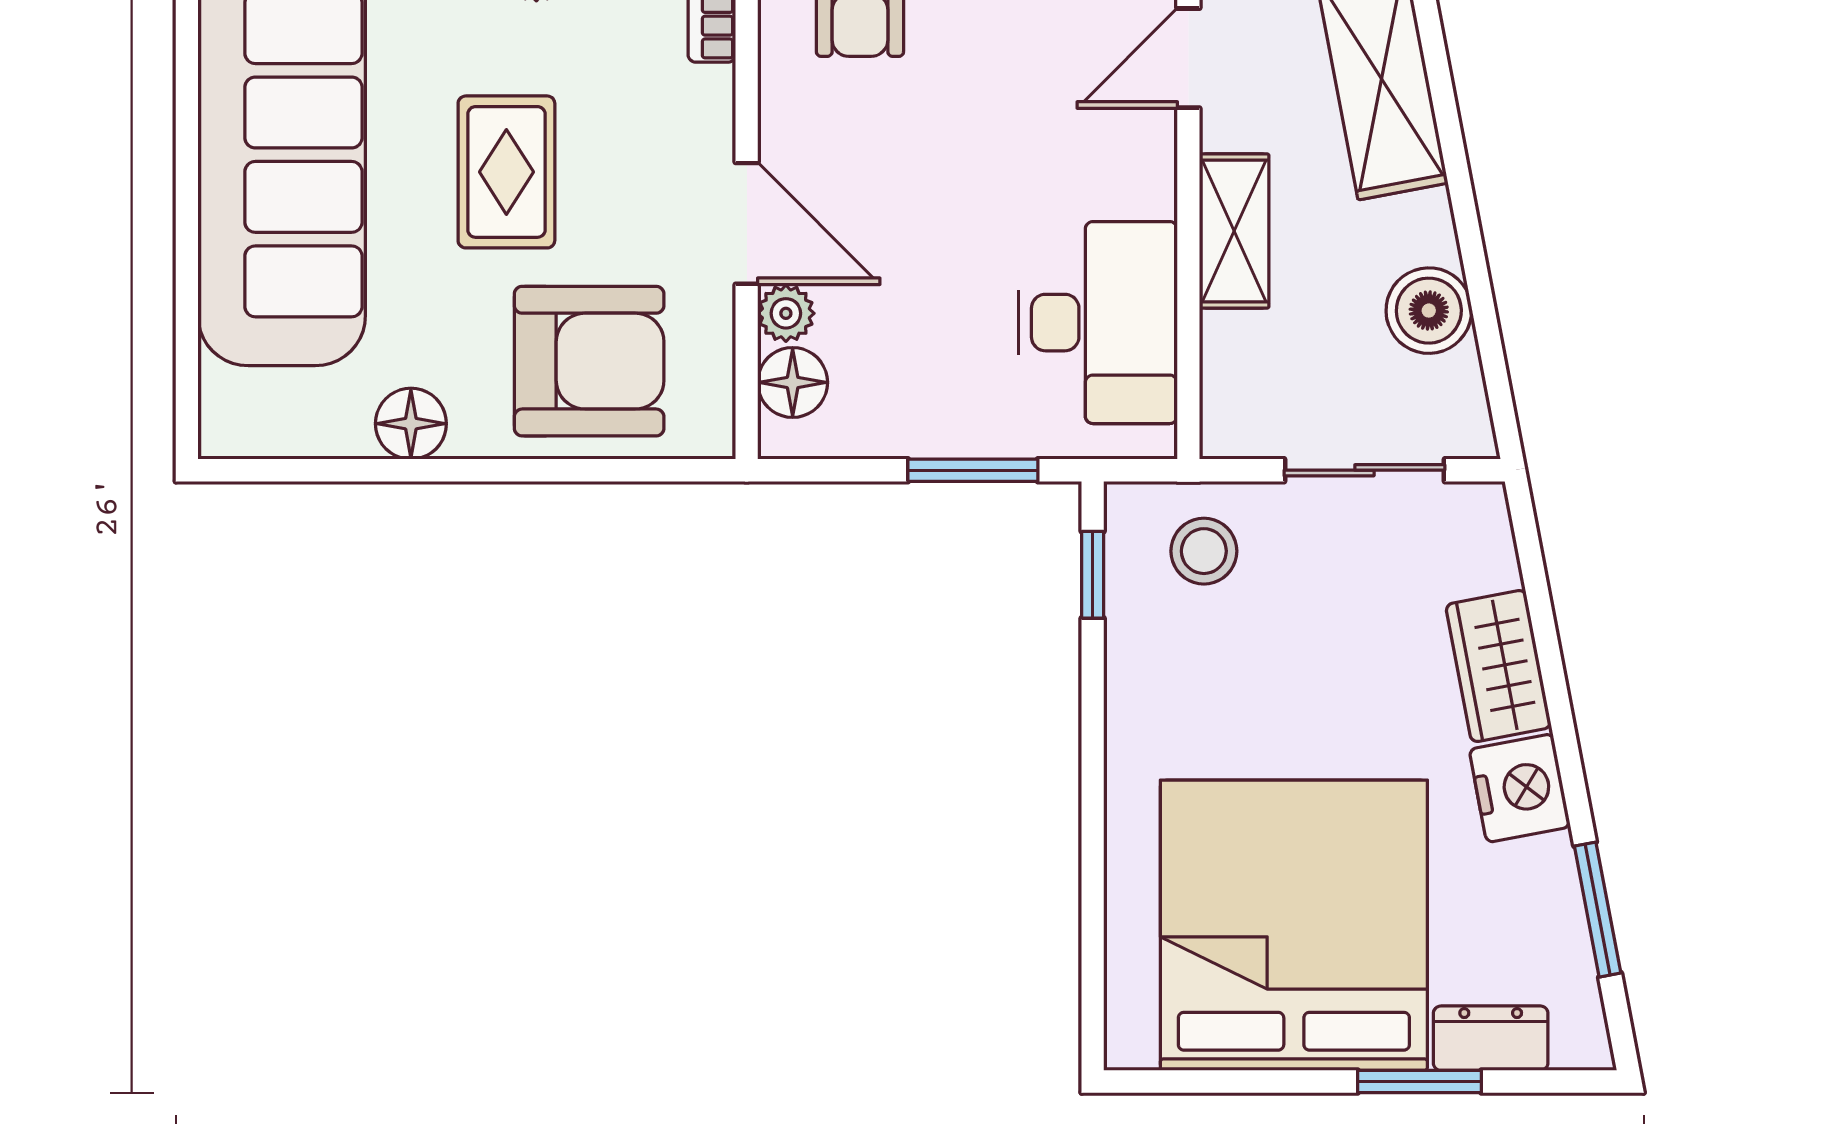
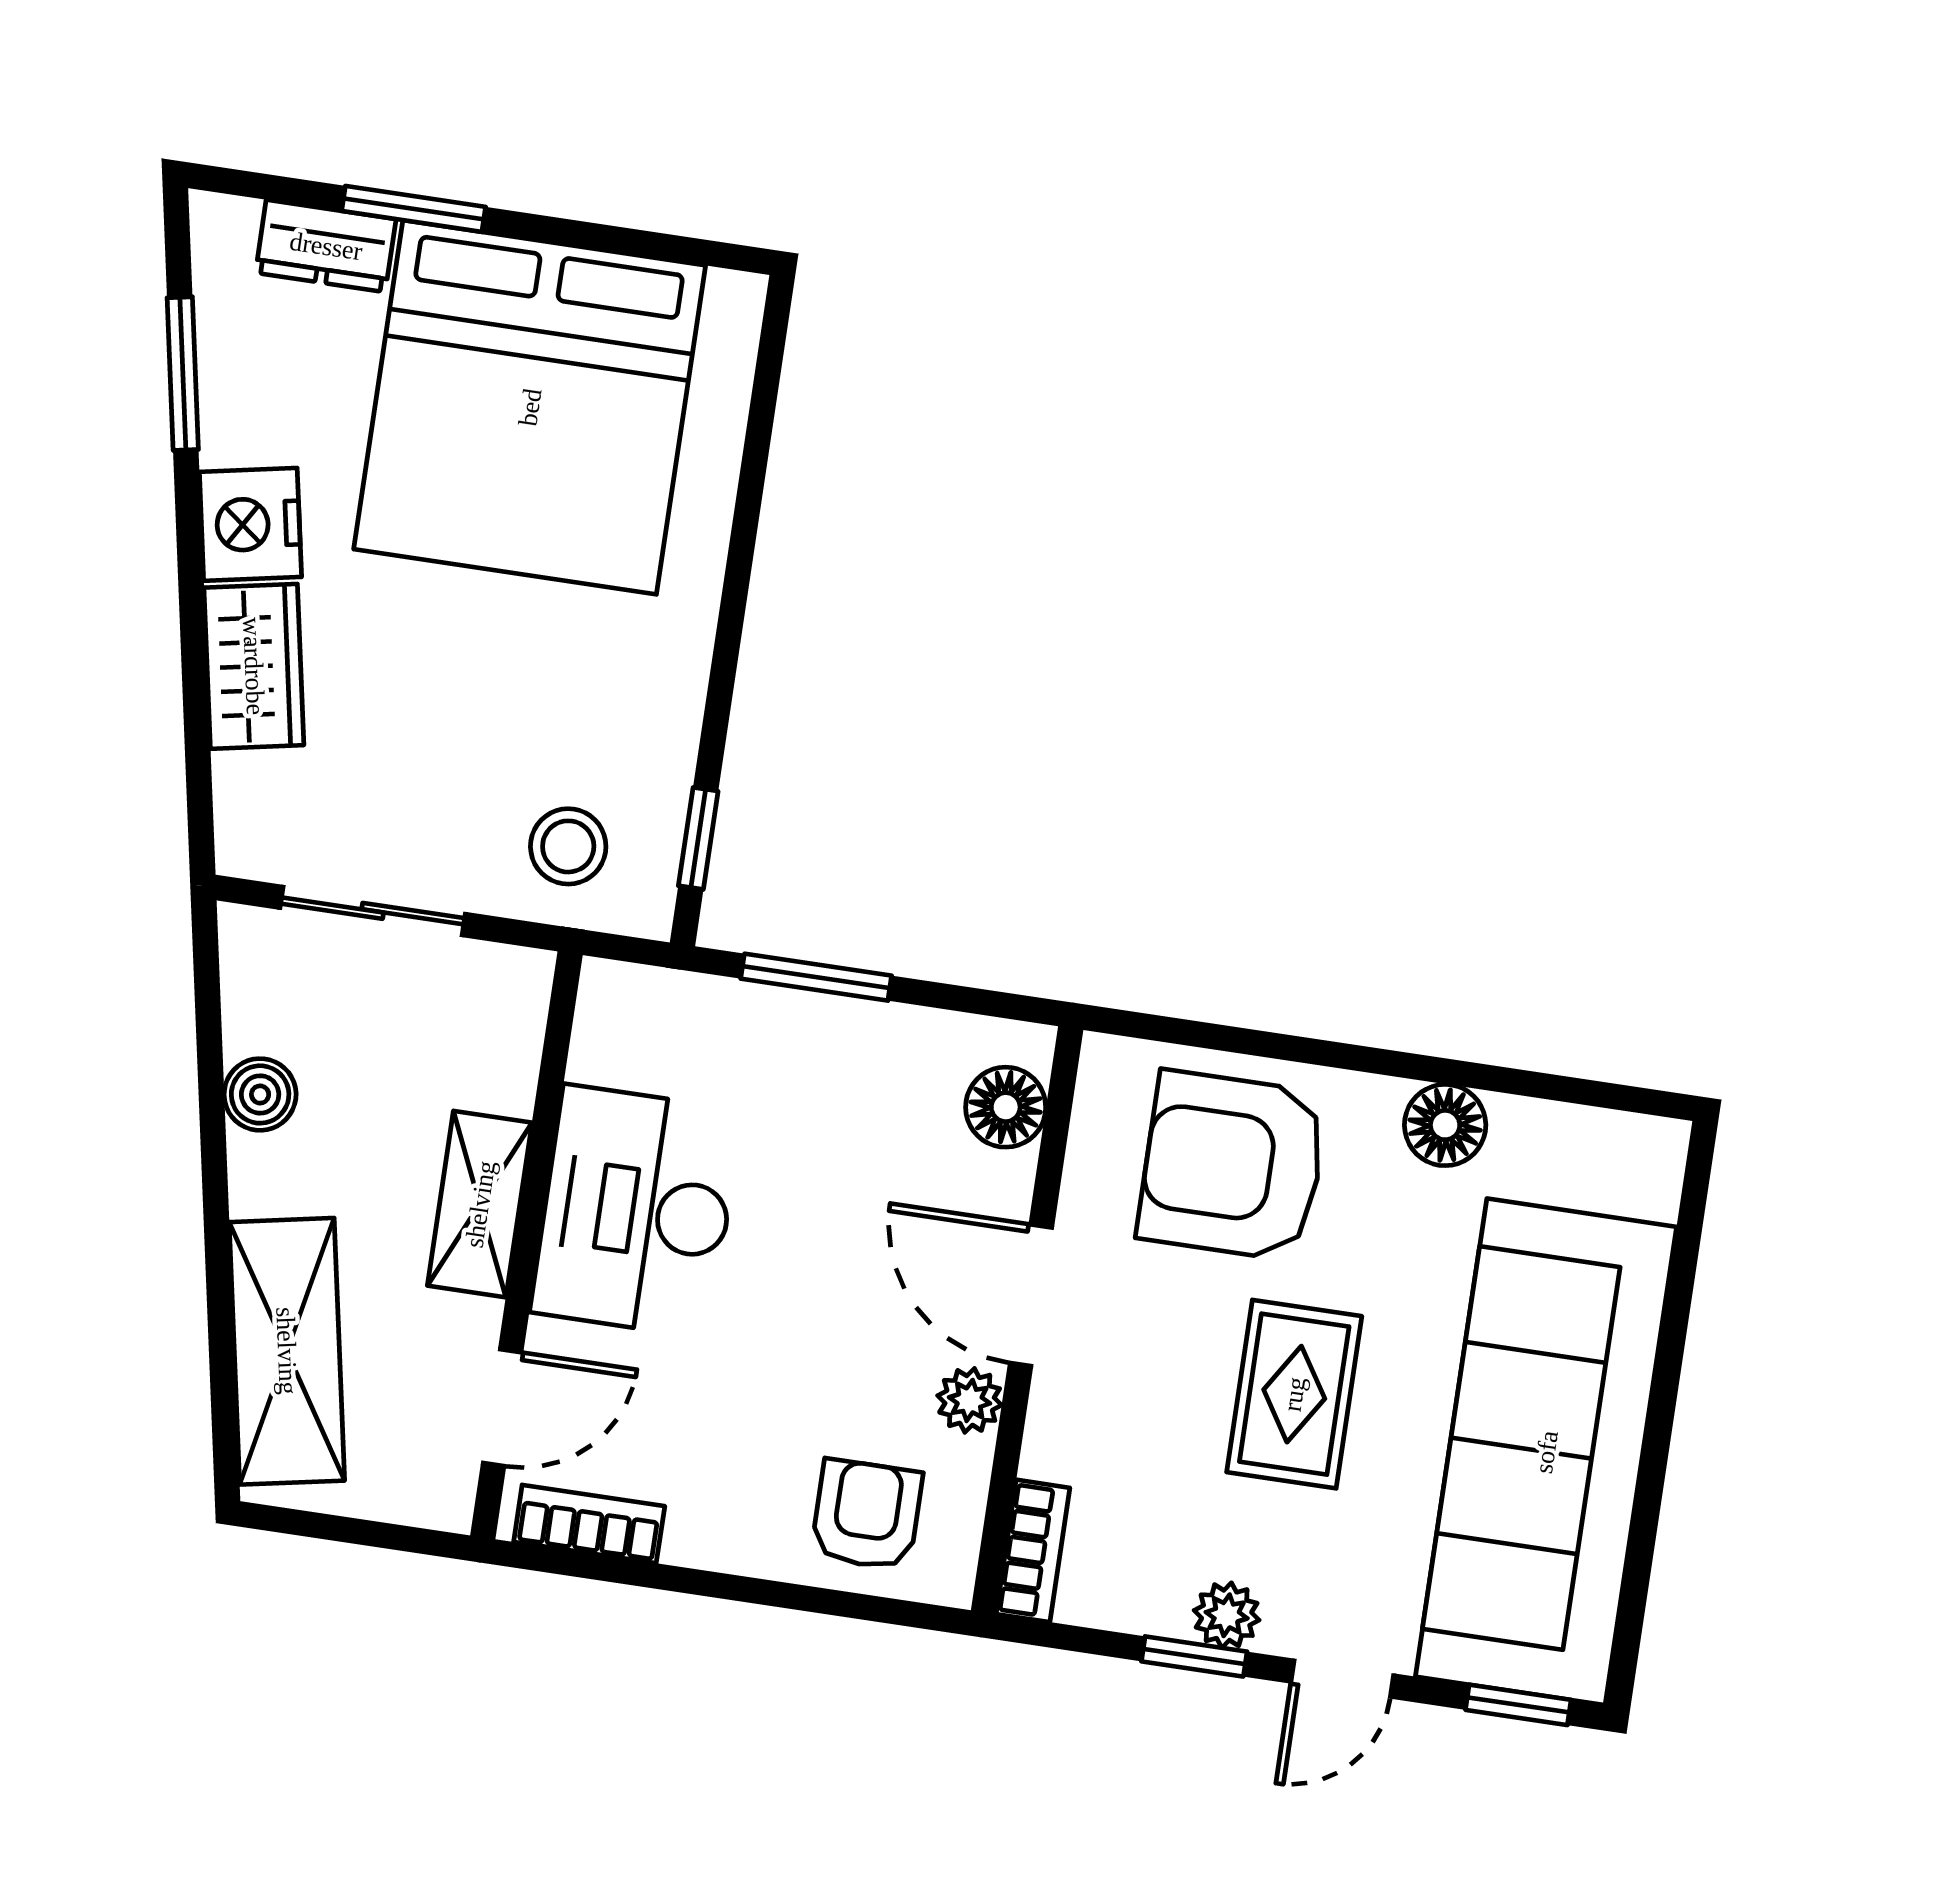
boiler: (1429, 311) -> (260, 1094), width x0.73, depth x0.73
plant: (786, 313) -> (970, 1400), moved
desk: (1098, 323) -> (636, 1211), moved

